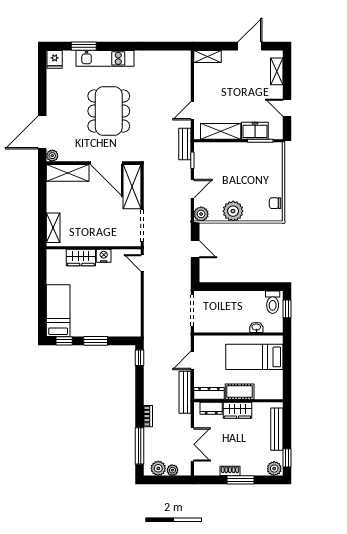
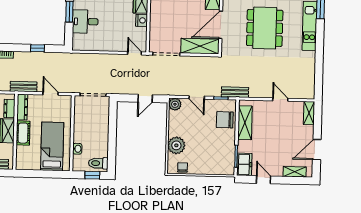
door: (250, 46) -> (317, 150), swing flipped
door: (287, 108) -> (263, 180), hinge flipped
dining table: (109, 111) -> (265, 28), turned 90
door: (192, 111) -> (280, 100), moved
freezer: (255, 131) -> (244, 164), moved
chair: (218, 155) -> (225, 120), added
plant: (233, 211) -> (176, 145), moved
door: (142, 263) -> (135, 53), hinge flipped
desk: (107, 322) -> (85, 22), added
window: (140, 358) -> (37, 48), moved
bench: (185, 392) -> (24, 87), width x0.73

